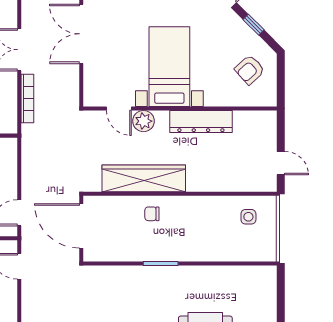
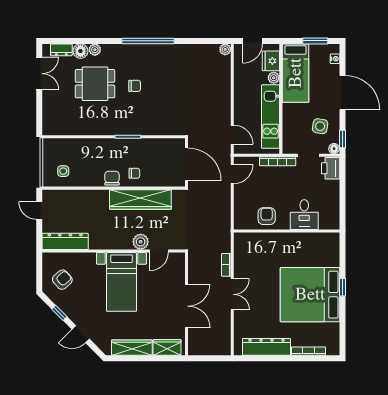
bookcase: (27, 99) -> (226, 265), width x0.64
door: (119, 108) -> (159, 251), swing flipped
dresser: (201, 121) -> (65, 241), moved
chair: (182, 207) -> (112, 178), added

